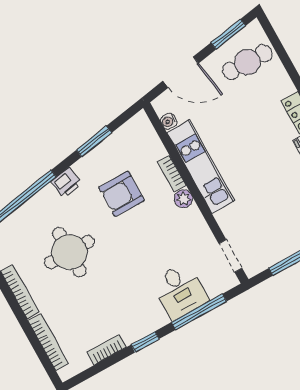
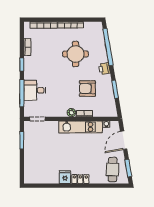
armchair: (122, 194) -> (87, 89), turned -90

